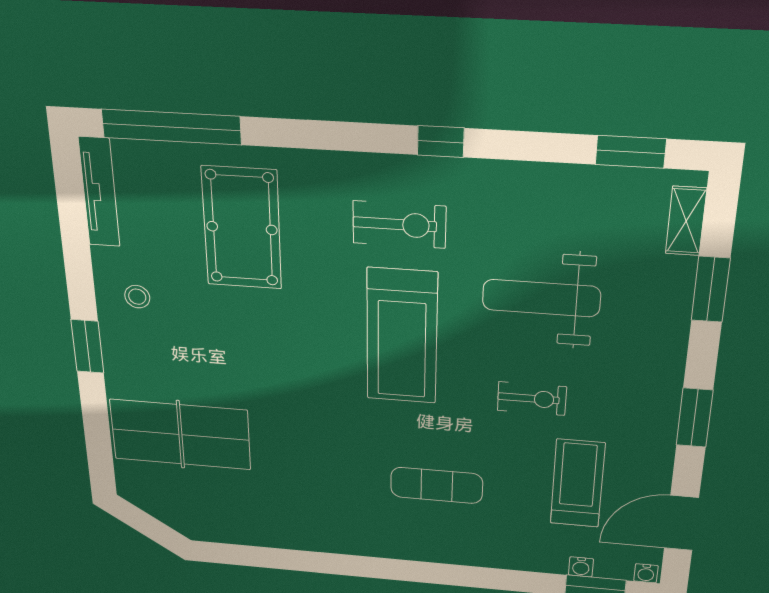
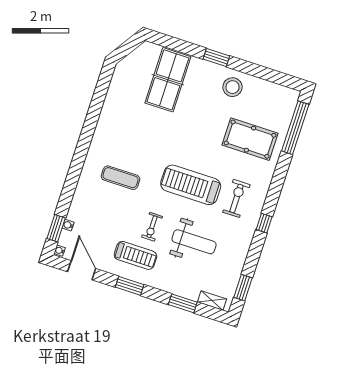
tv unit: (99, 192) -> (278, 90), removed
exercise bike: (399, 225) -> (236, 198), turned 180
stool: (137, 297) -> (233, 87), width x1.89, depth x1.89
weight bench: (541, 298) -> (194, 242), turned 90
treadmill: (578, 483) -> (135, 255), moved
exercise mat: (437, 485) -> (120, 178), turned 90

